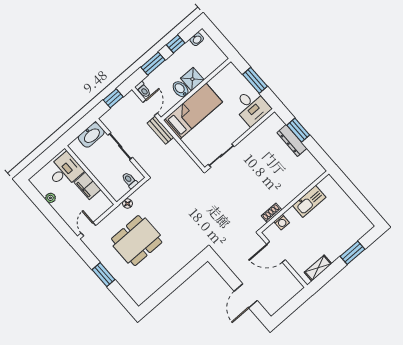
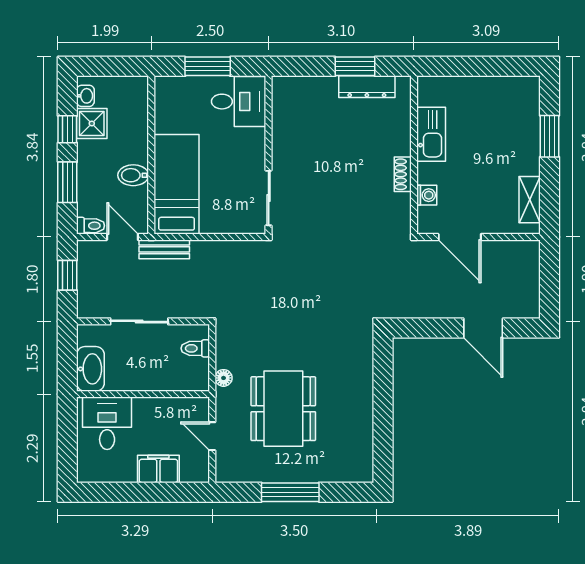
shower: (192, 79) -> (92, 124), moved
window: (298, 130) -> (355, 66), moved
washbasin: (91, 135) -> (90, 369), moved
dresser: (292, 140) -> (367, 87), moved
filing cabinet: (88, 186) -> (158, 469), moved, turned 180
plant: (50, 198) -> (127, 474), removed
shoe rack: (272, 213) -> (403, 174), moved
door: (88, 229) -> (212, 436), moved
door: (276, 252) -> (460, 237), hinge flipped
window: (104, 275) -> (290, 492), width x1.44

